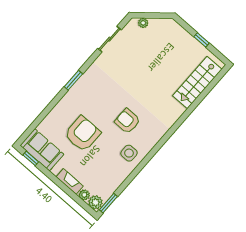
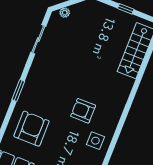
armchair: (83, 134) -> (31, 129), moved

